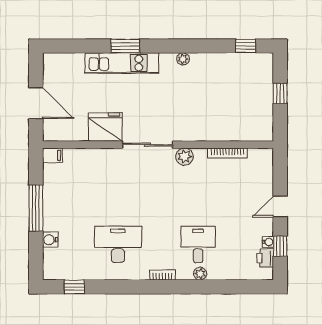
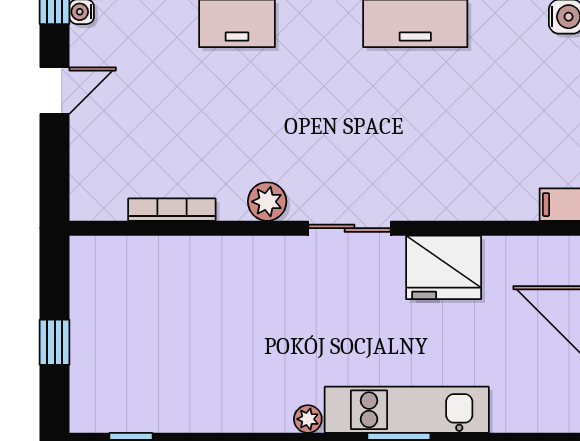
plant: (183, 59) -> (308, 419), moved
sliding door: (148, 145) -> (350, 228), width x0.73

